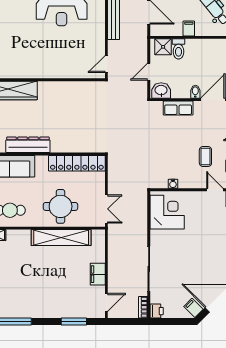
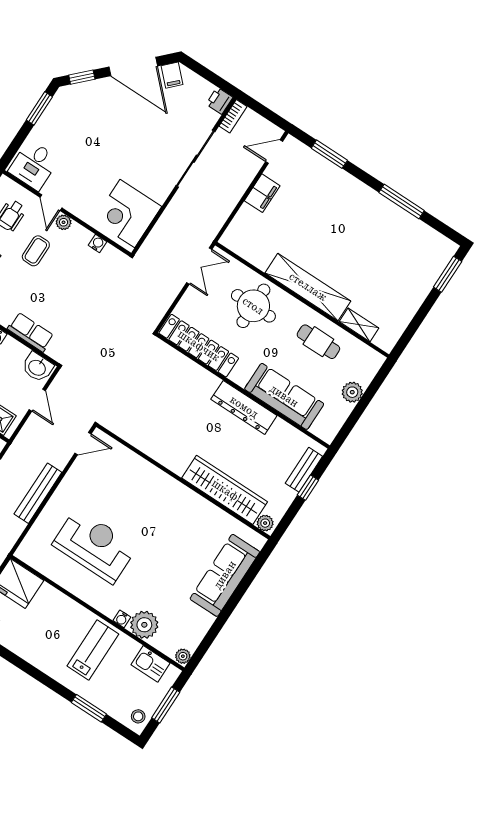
door: (149, 72) -> (37, 400), hinge flipped
plant: (200, 183) -> (64, 222), added
double door: (106, 209) -> (199, 266), swing flipped
shelving: (61, 238) -> (308, 287), moved

